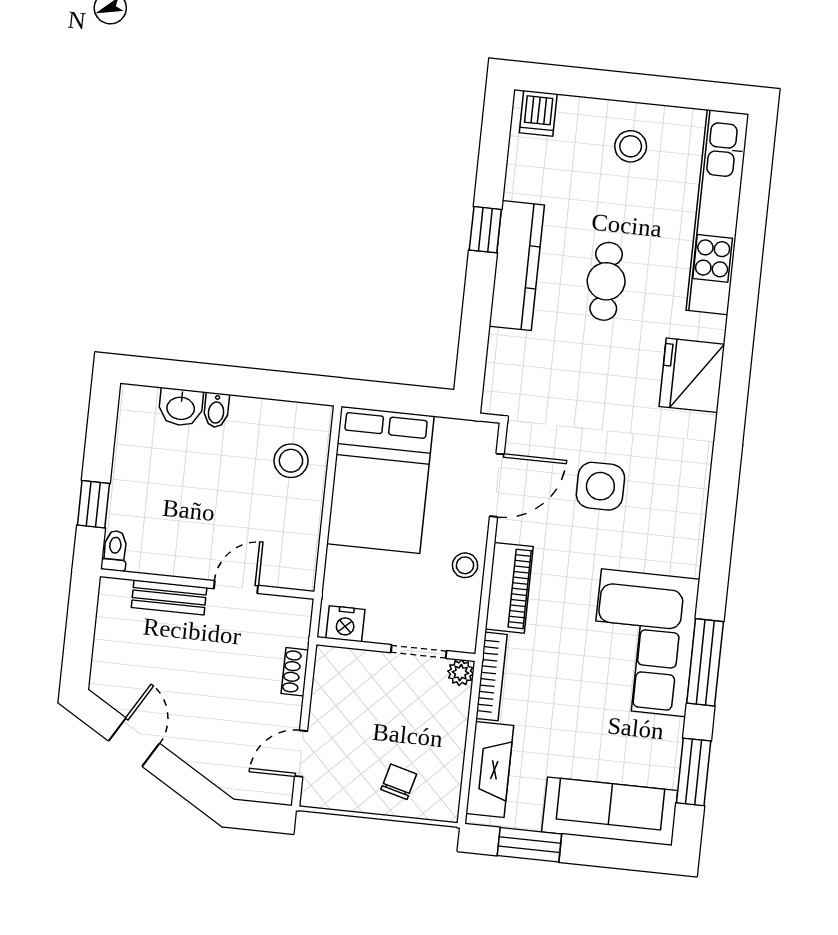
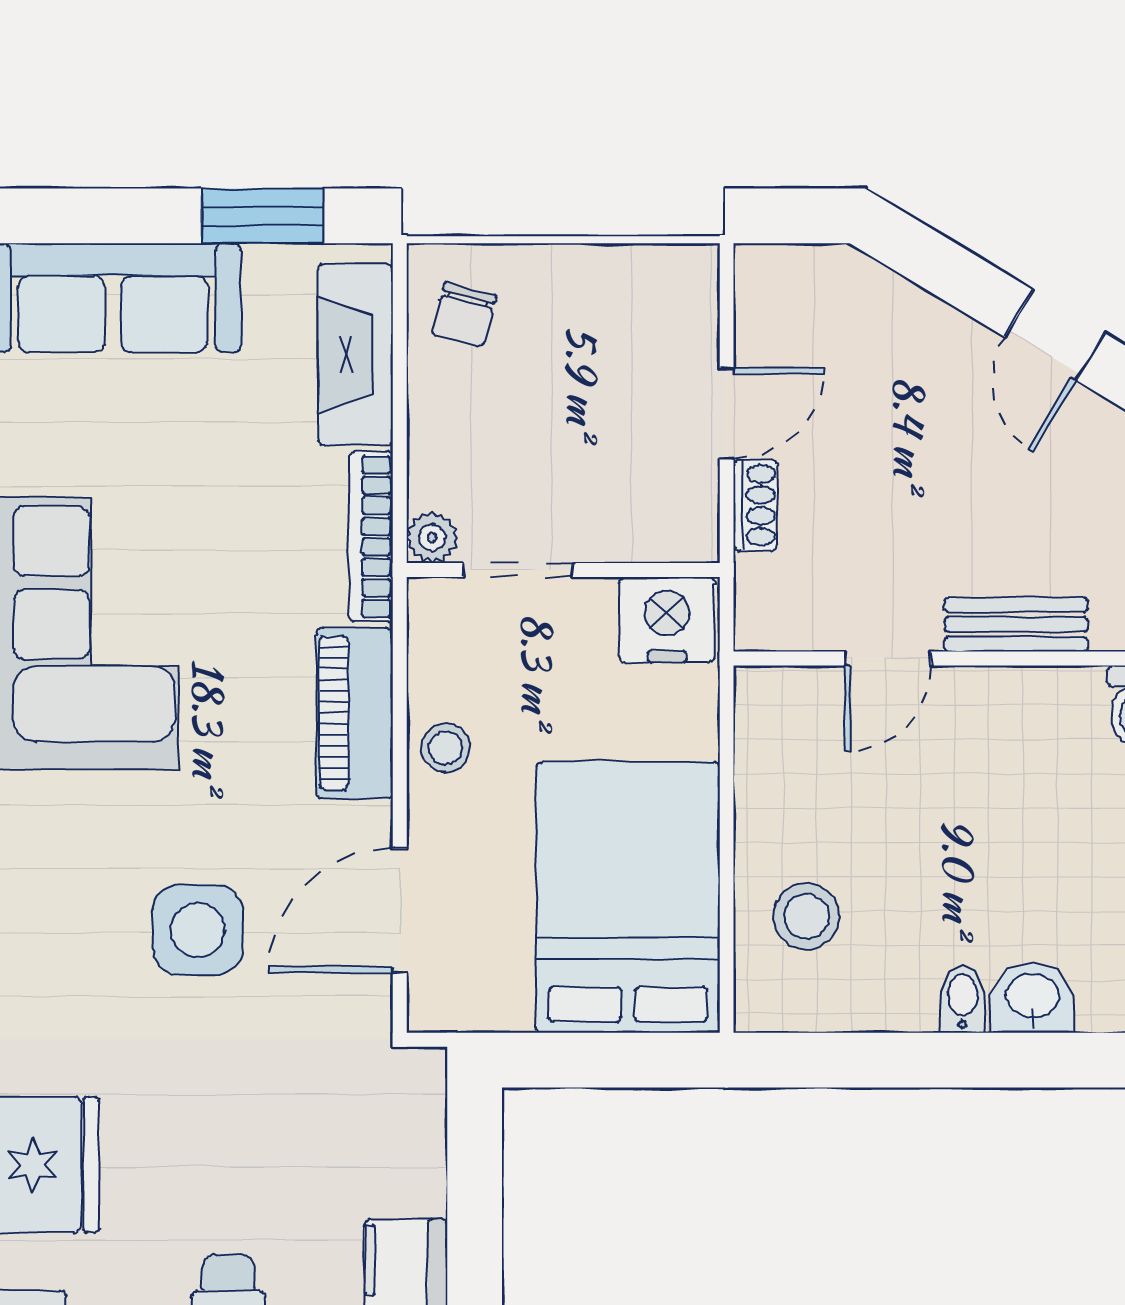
nightstand: (345, 624) -> (667, 620), width x1.36, depth x1.33
door: (301, 754) -> (727, 413), moved
chair: (399, 782) -> (464, 315), moved

